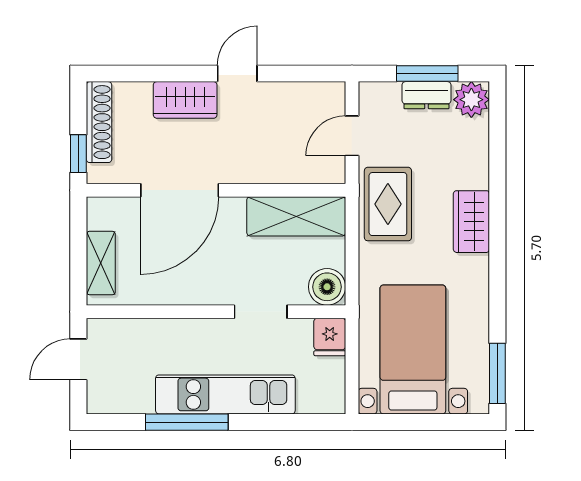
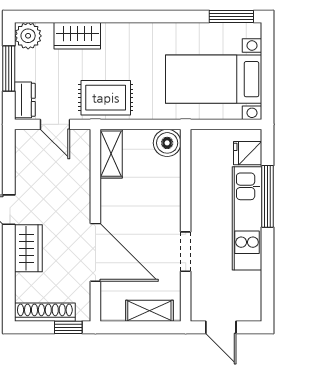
dresser: (426, 95) -> (25, 100), moved
shelving: (296, 216) -> (111, 154), width x0.67, depth x0.75
wardrobe: (471, 222) -> (77, 36), moved
doorway: (261, 312) -> (186, 252), moved
fridge: (330, 337) -> (248, 153), moved, turned 180
window: (187, 422) -> (268, 196), moved

